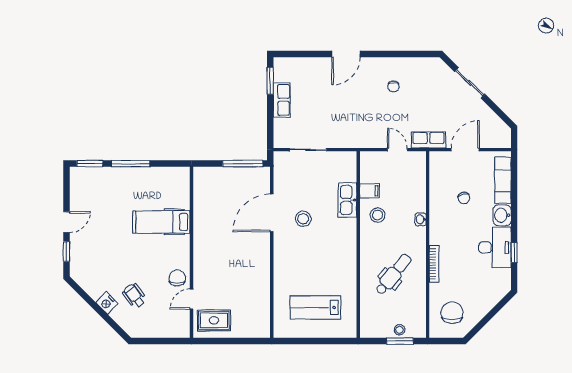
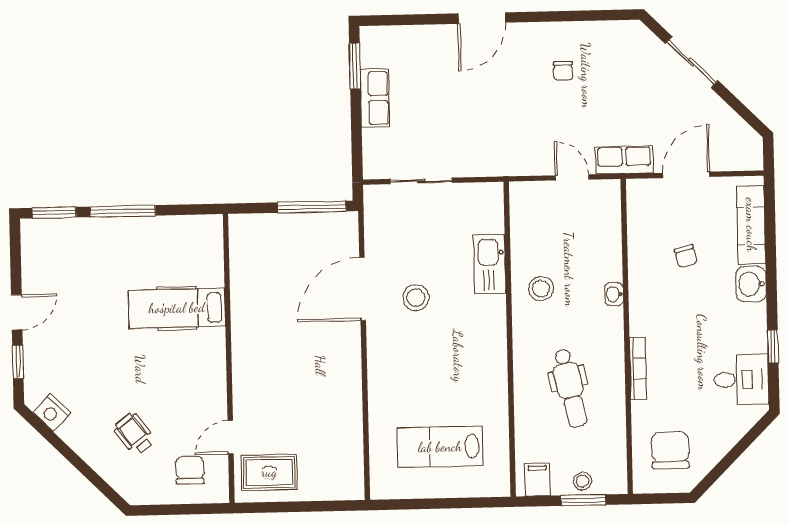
filing cabinet: (370, 191) -> (537, 480), moved, turned -90
desk: (495, 247) -> (741, 380), moved, width x0.73
dental chair: (393, 274) -> (570, 388), turned 129
chair: (177, 278) -> (190, 470), moved
nightstand: (107, 303) -> (52, 413), moved

